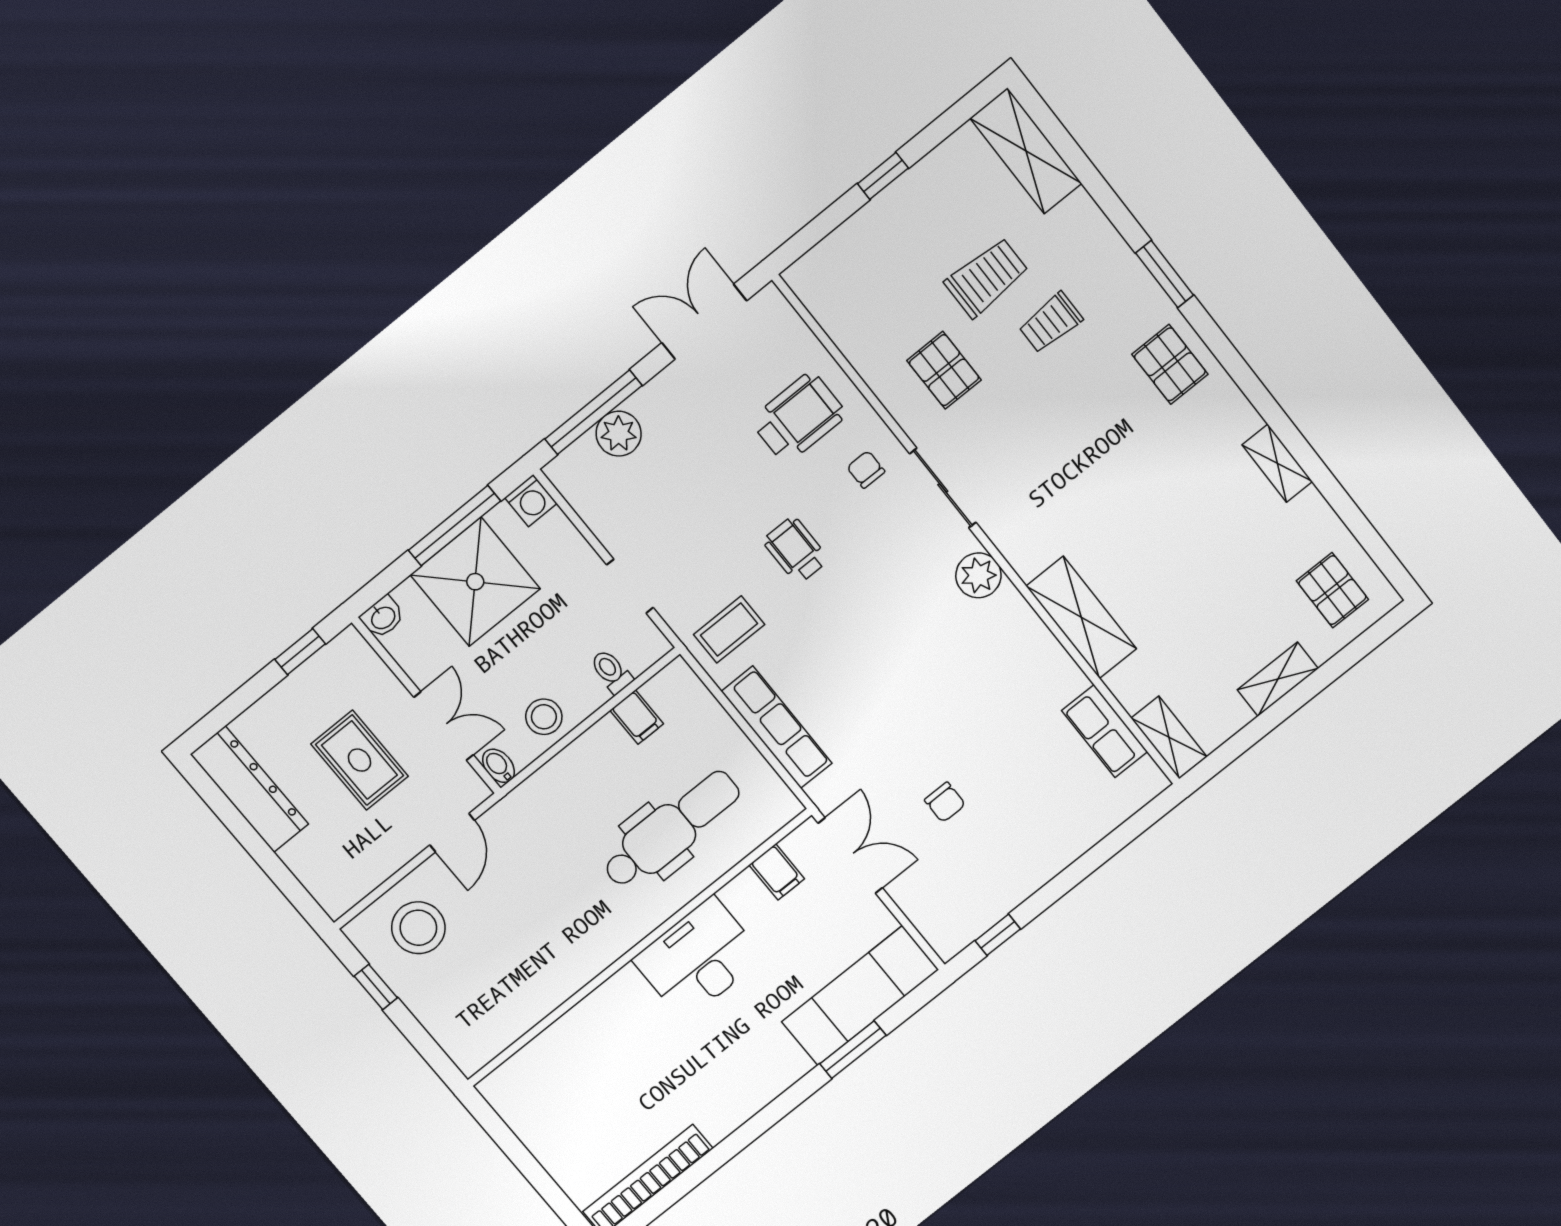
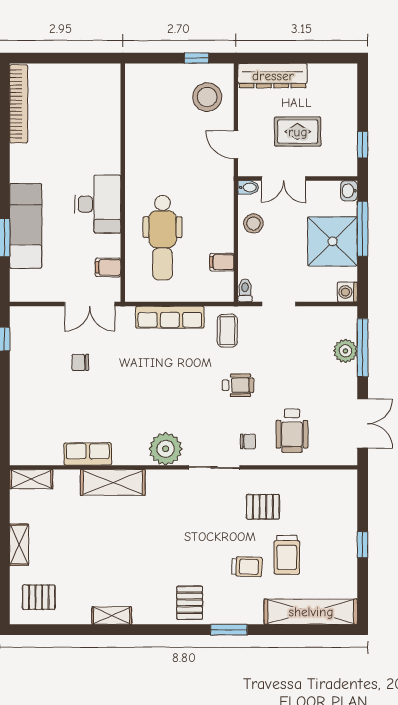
shelving: (1026, 151) -> (311, 612), width x1.47
trolley: (1051, 323) -> (247, 567), turned 92
pallet: (1170, 364) -> (190, 603), turned 90
window: (454, 526) -> (363, 229), moved
plant: (978, 575) -> (166, 449), width x1.36, depth x1.36
toilet: (611, 671) -> (245, 290), moved, turned -90
row of seats: (1105, 731) -> (88, 454), moved
dresser: (249, 789) -> (273, 76), moved
exam couch: (860, 996) -> (26, 226), moved

